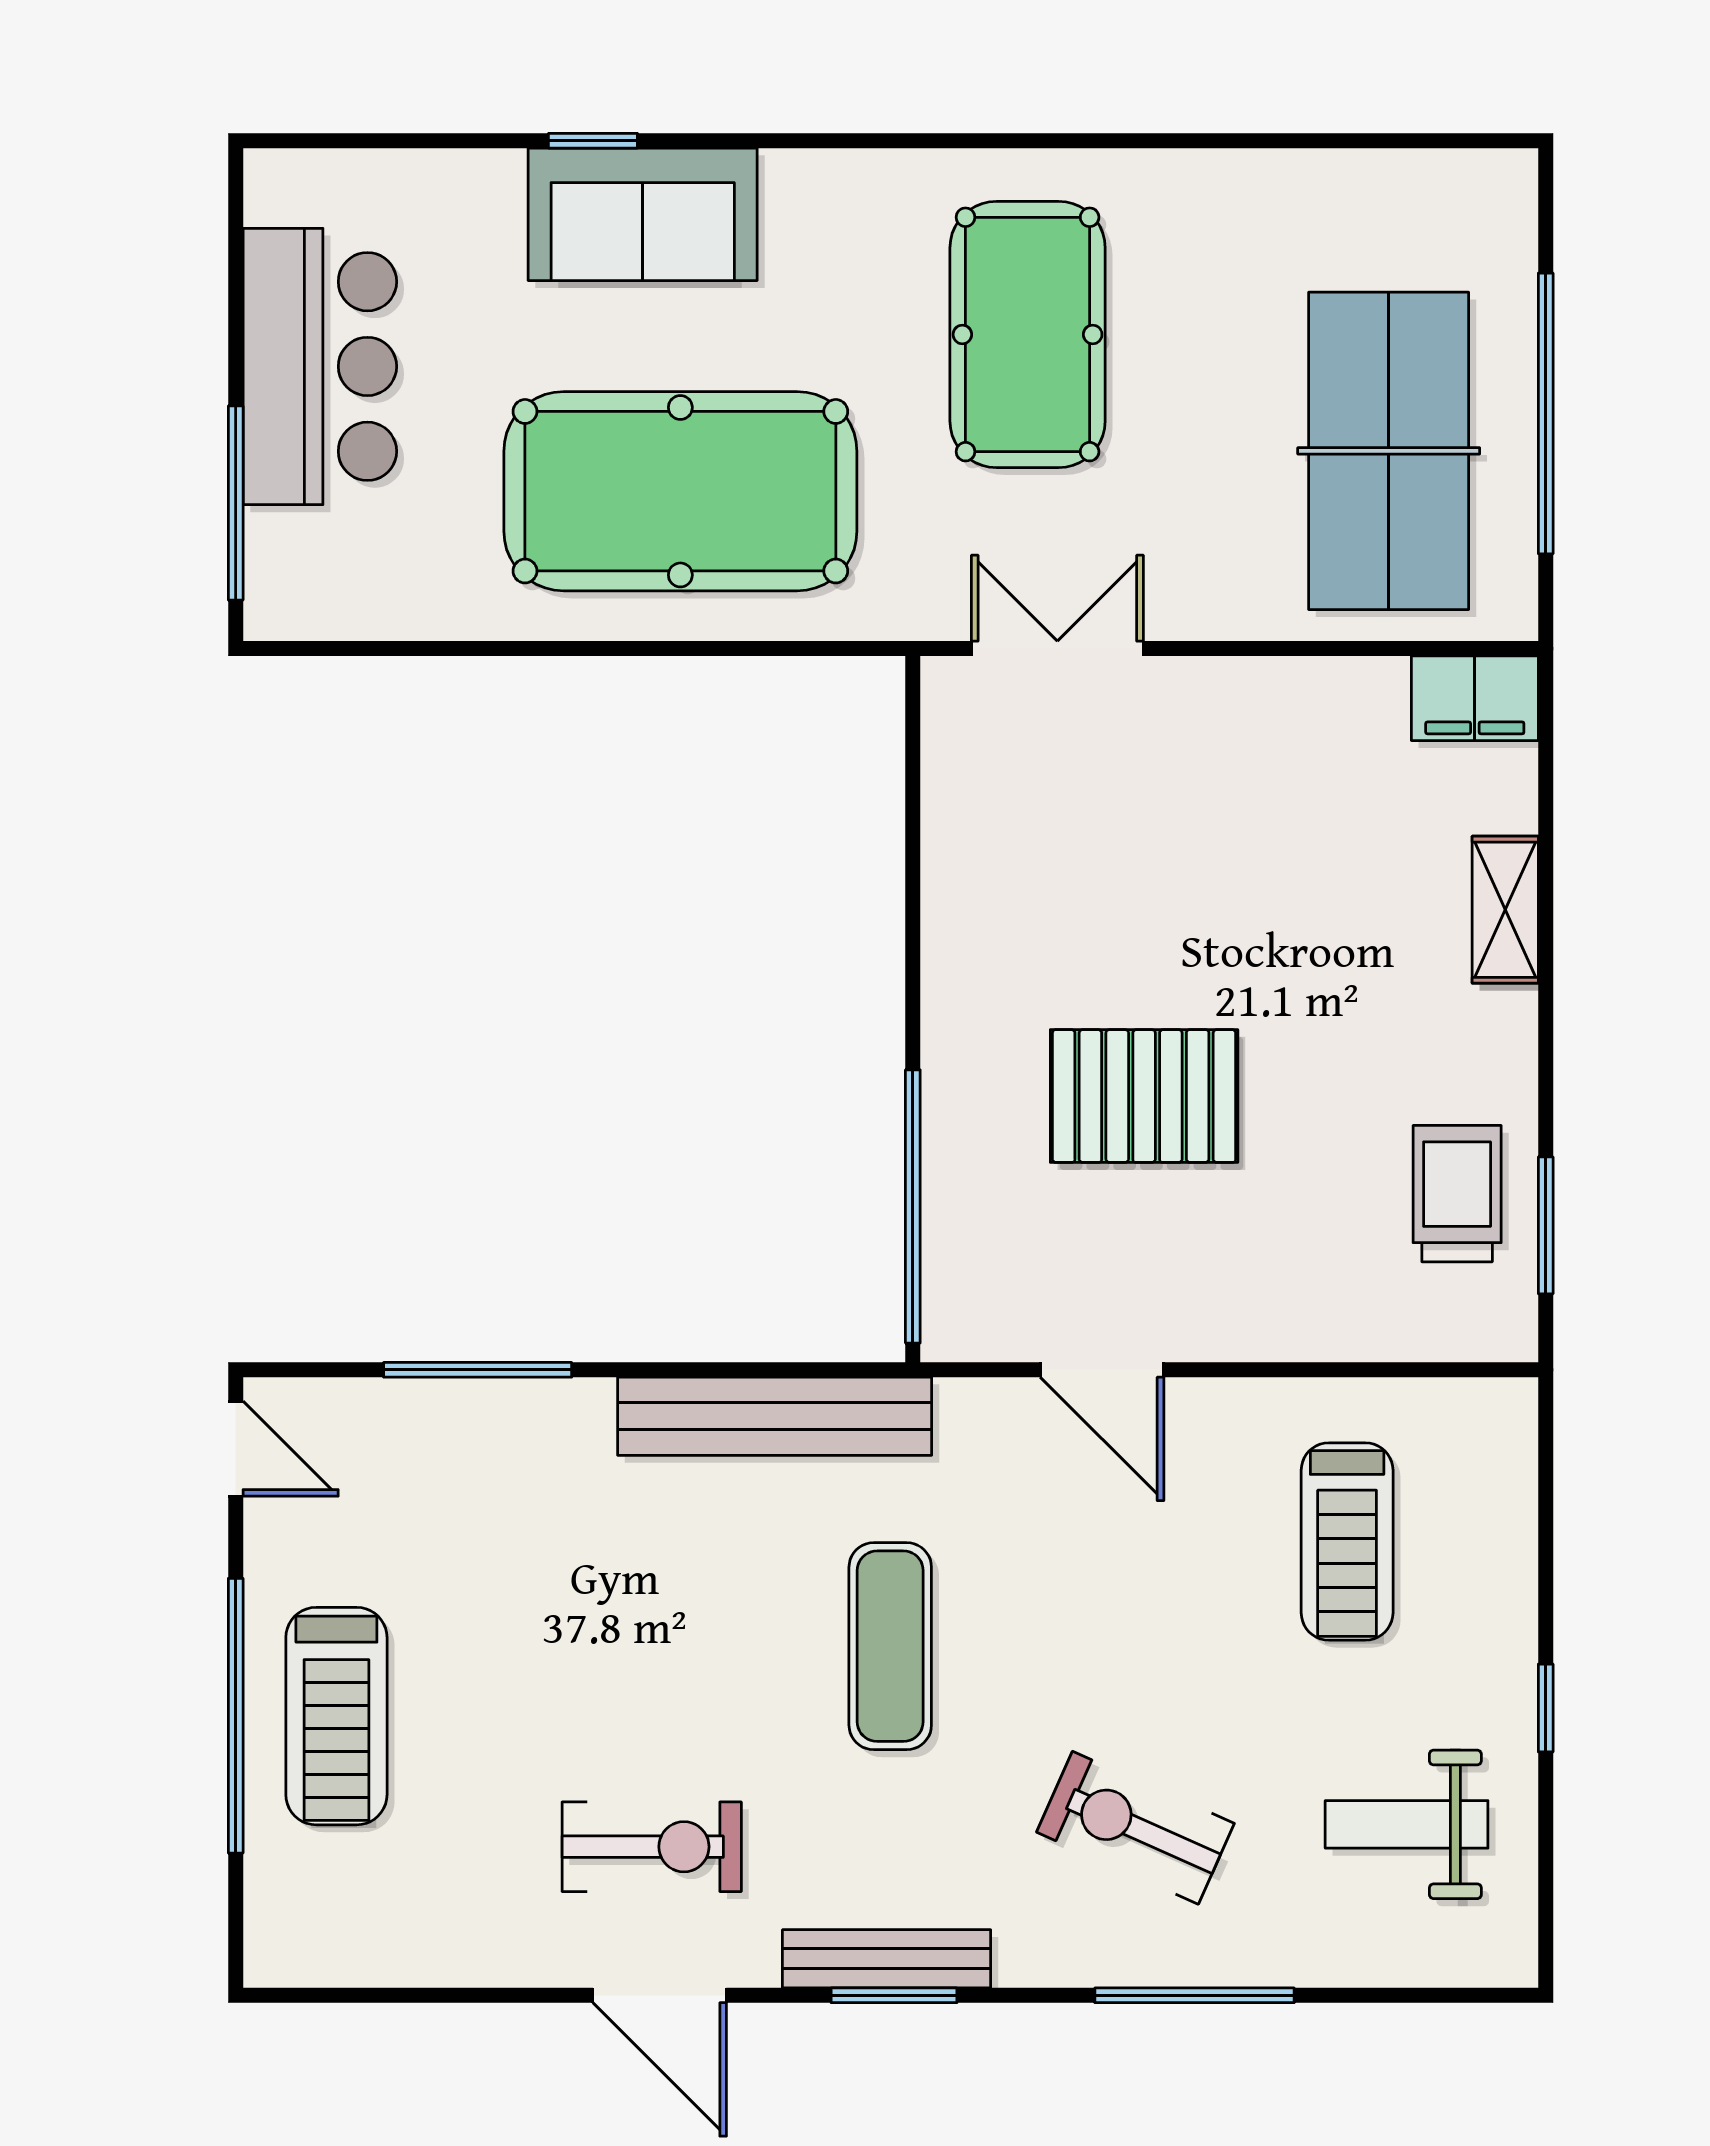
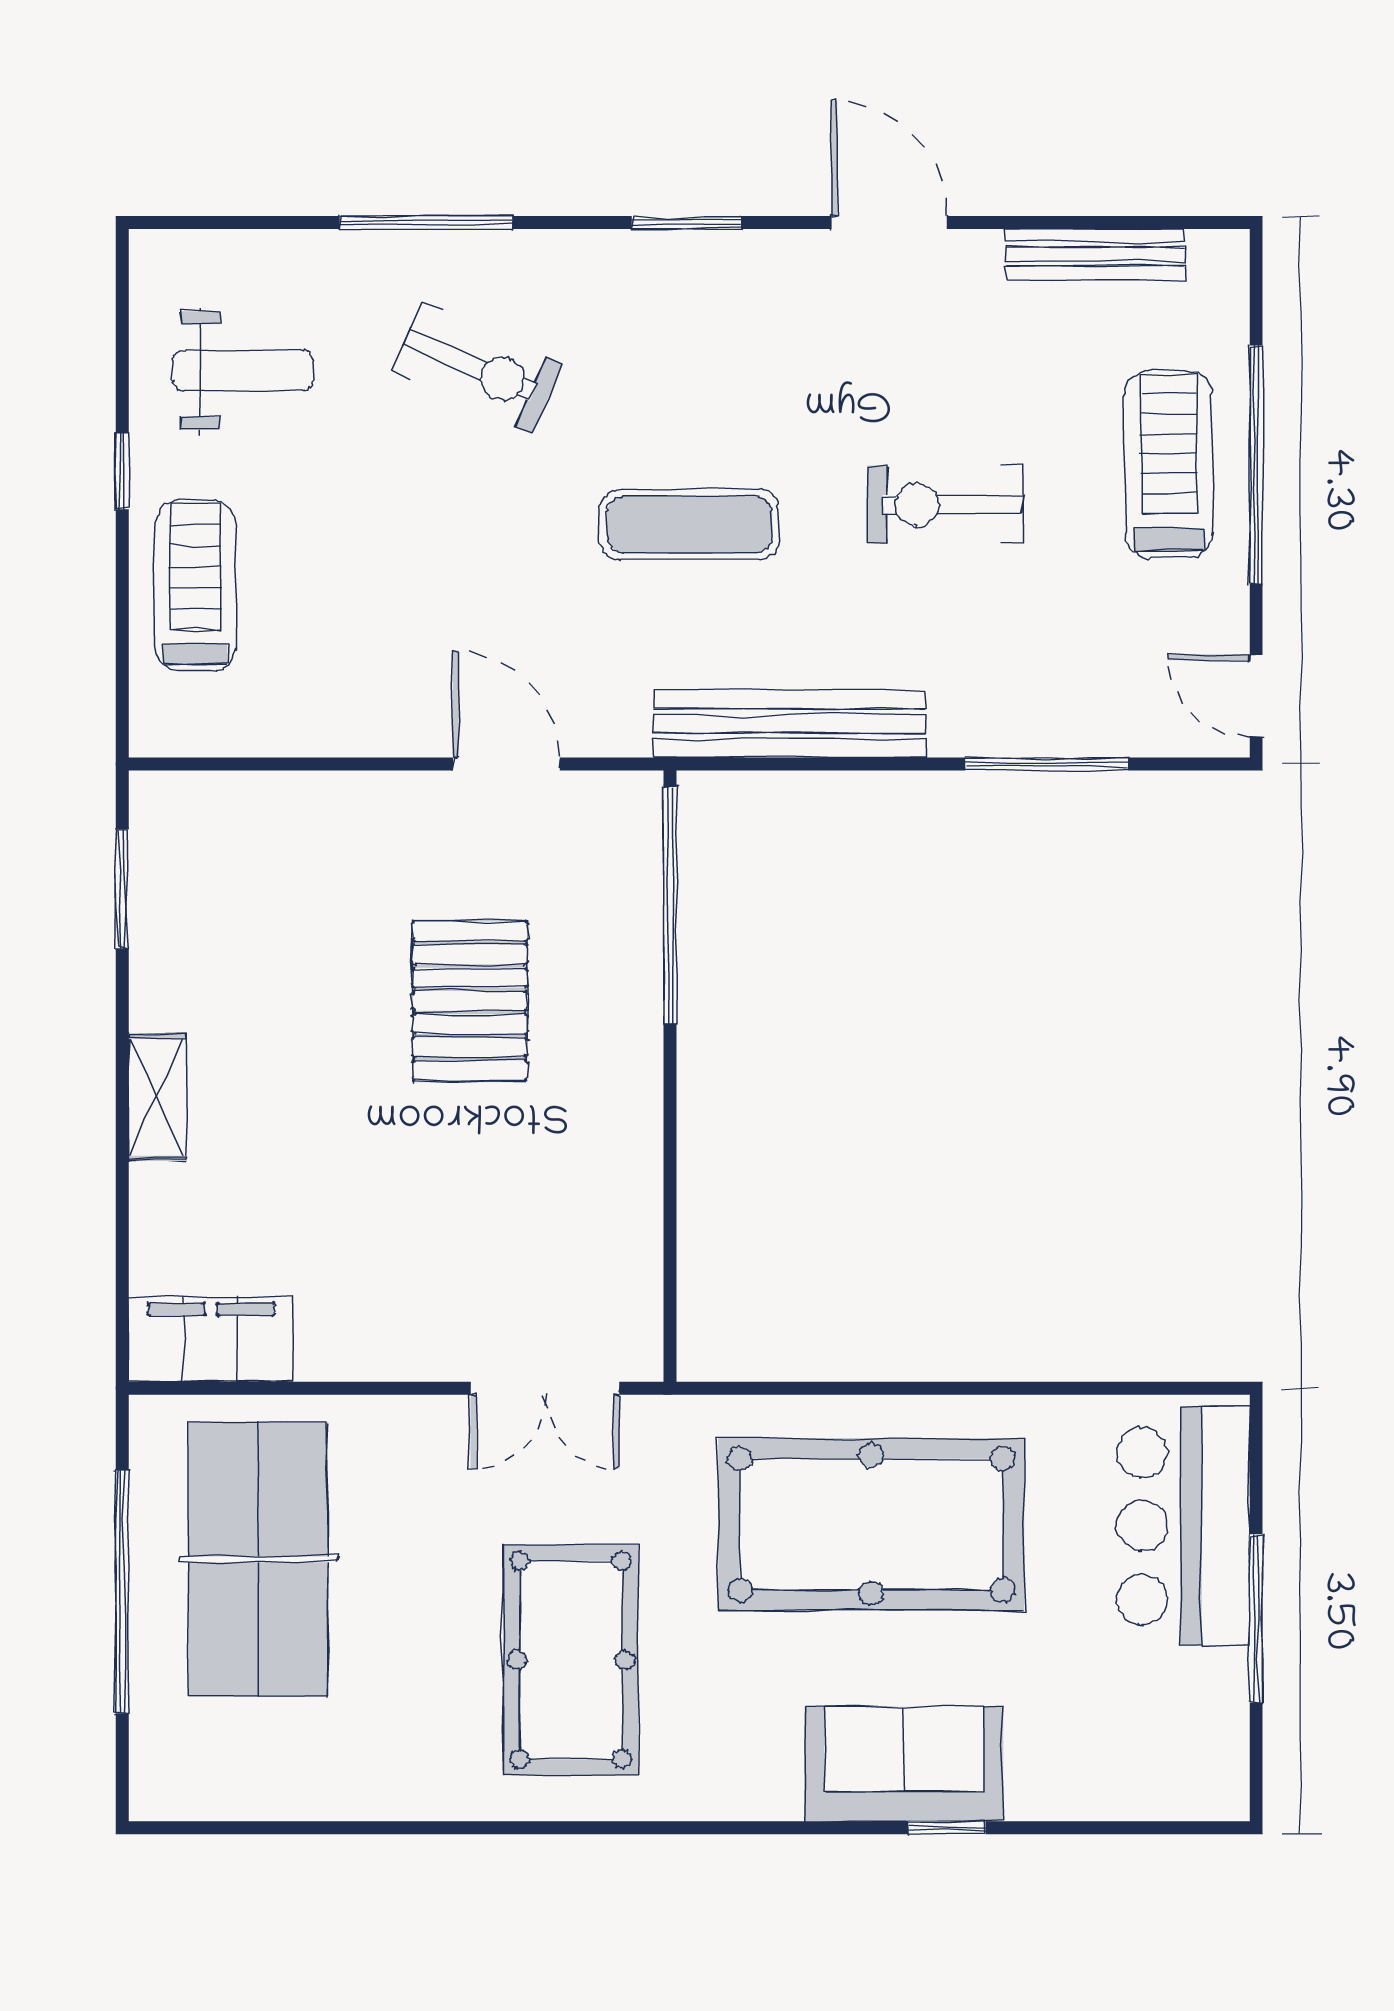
bar counter: (320, 366) -> (1183, 1526), moved
window: (236, 503) -> (1256, 1618), moved
filing cabinet: (1475, 698) -> (211, 1339), width x1.50, depth x1.17
shelving: (1505, 910) -> (157, 1097), moved
pallet: (1144, 1096) -> (470, 1001), turned 90
trolley: (1457, 1194) -> (199, 916), removed
treadmill: (1347, 1542) -> (195, 585), moved
exercise mat: (890, 1646) -> (690, 525), turned 90
exercise bike: (652, 1847) -> (945, 504), moved
bench: (887, 1959) -> (1095, 254), moved

